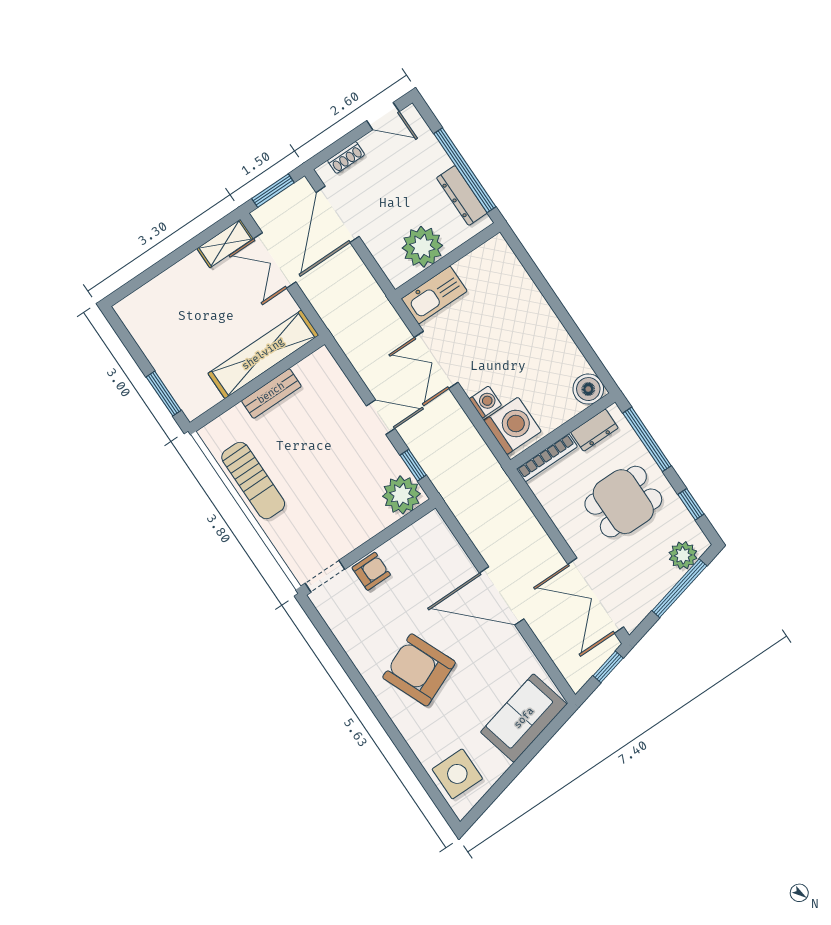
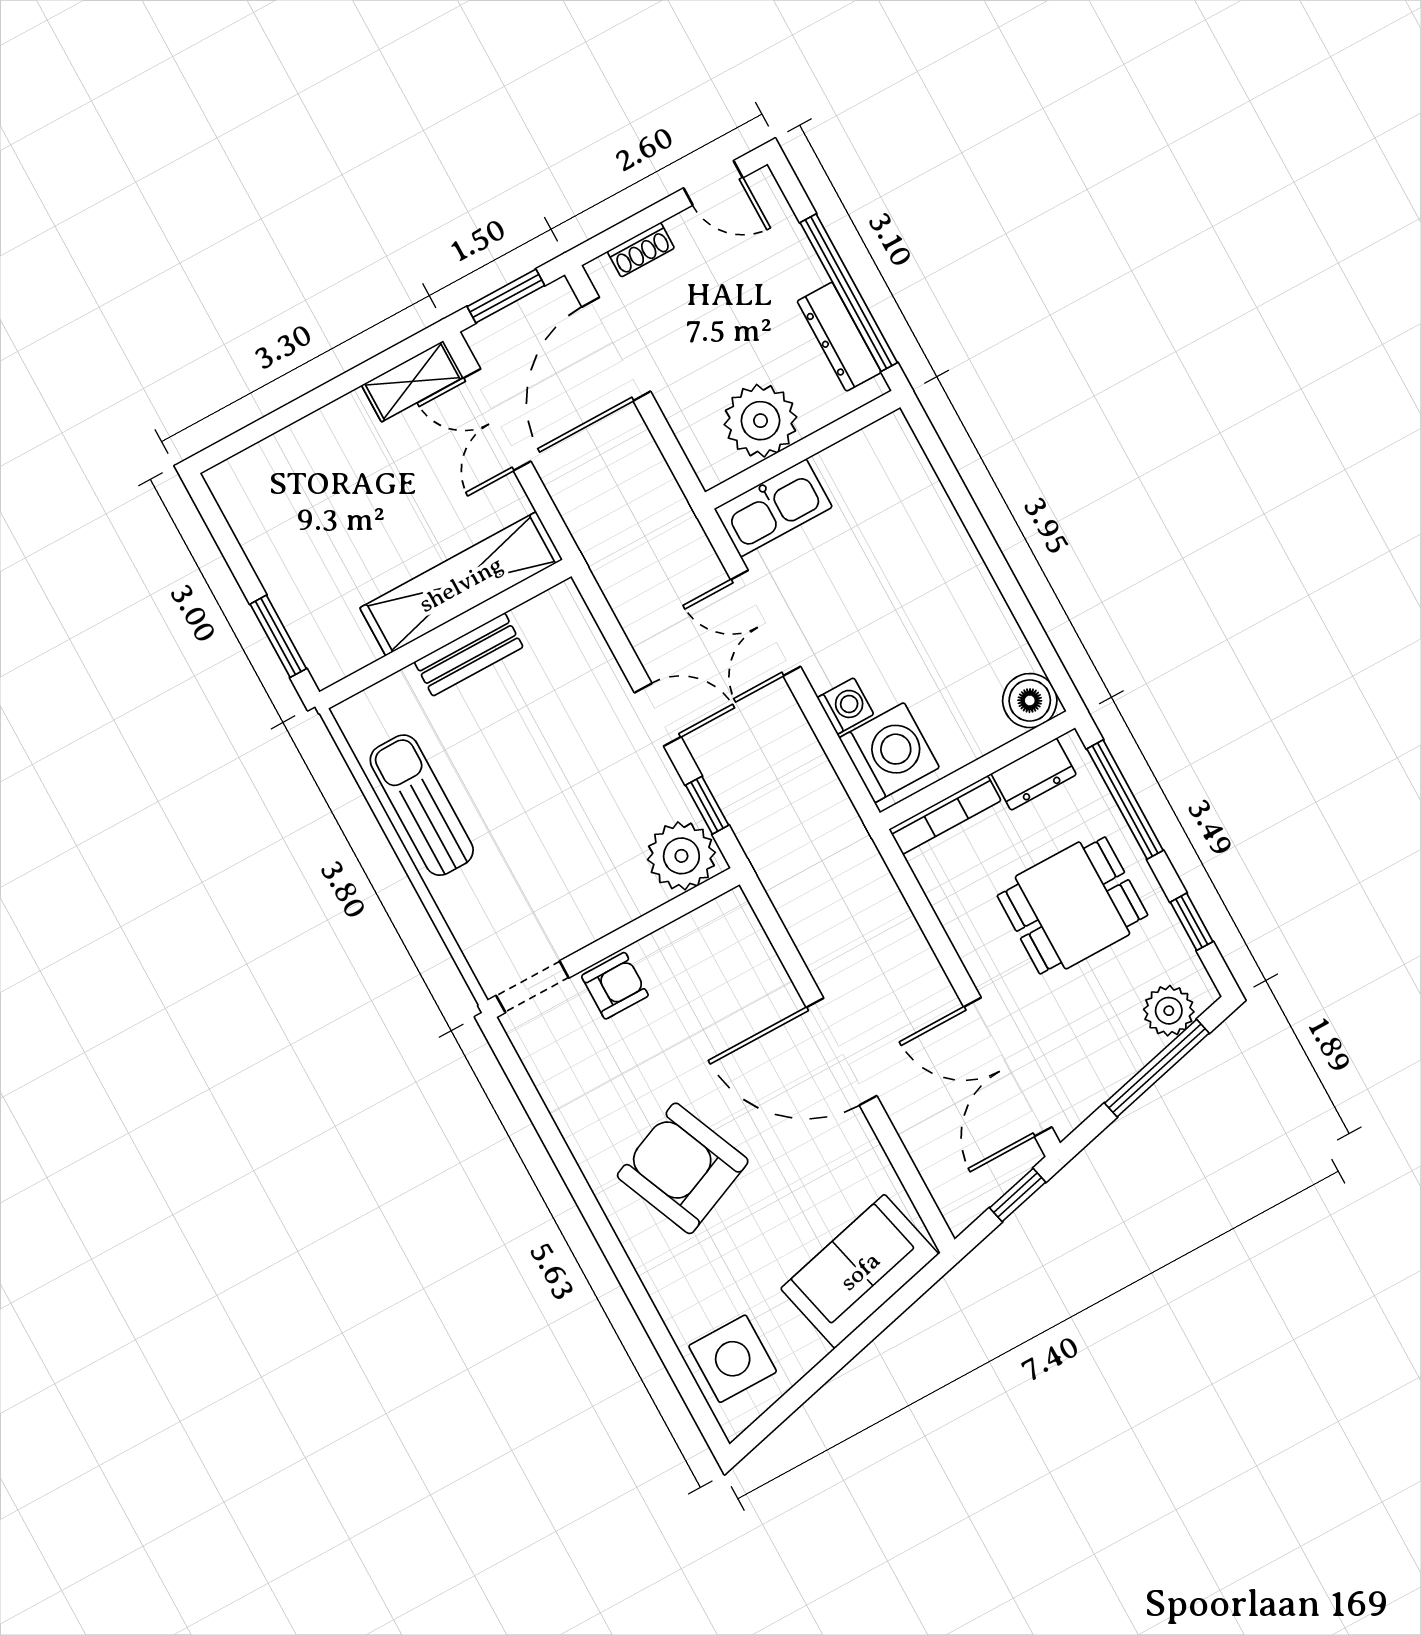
sun lounger: (253, 480) -> (422, 805), turned 180

